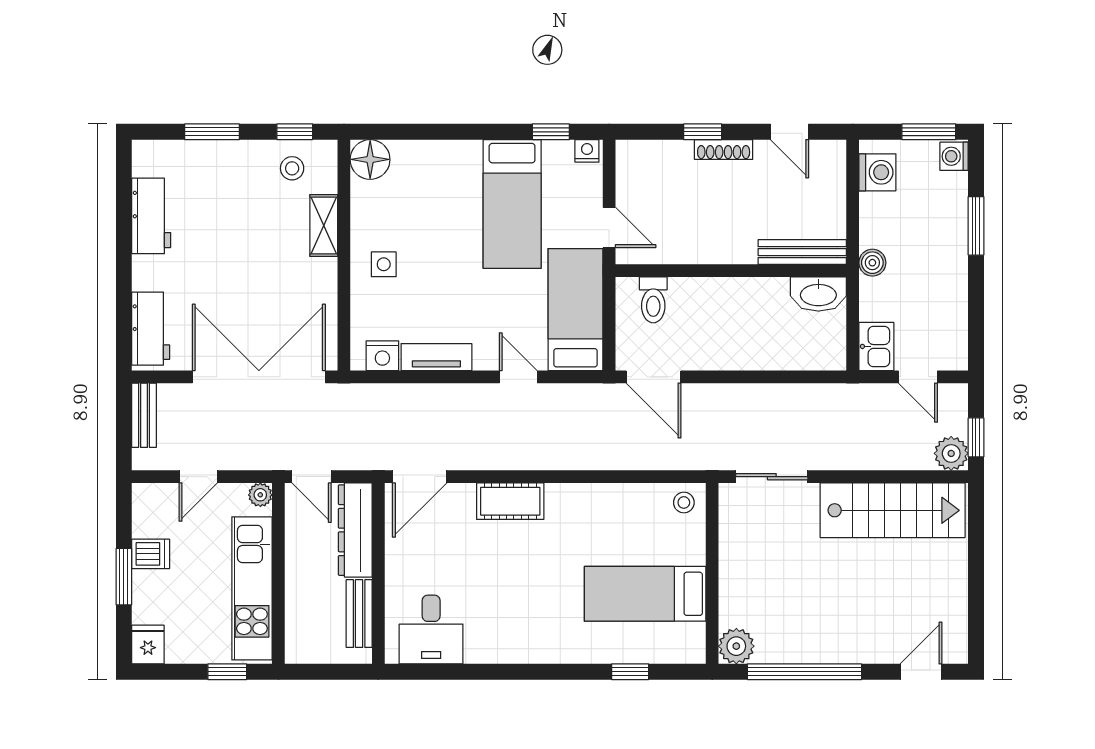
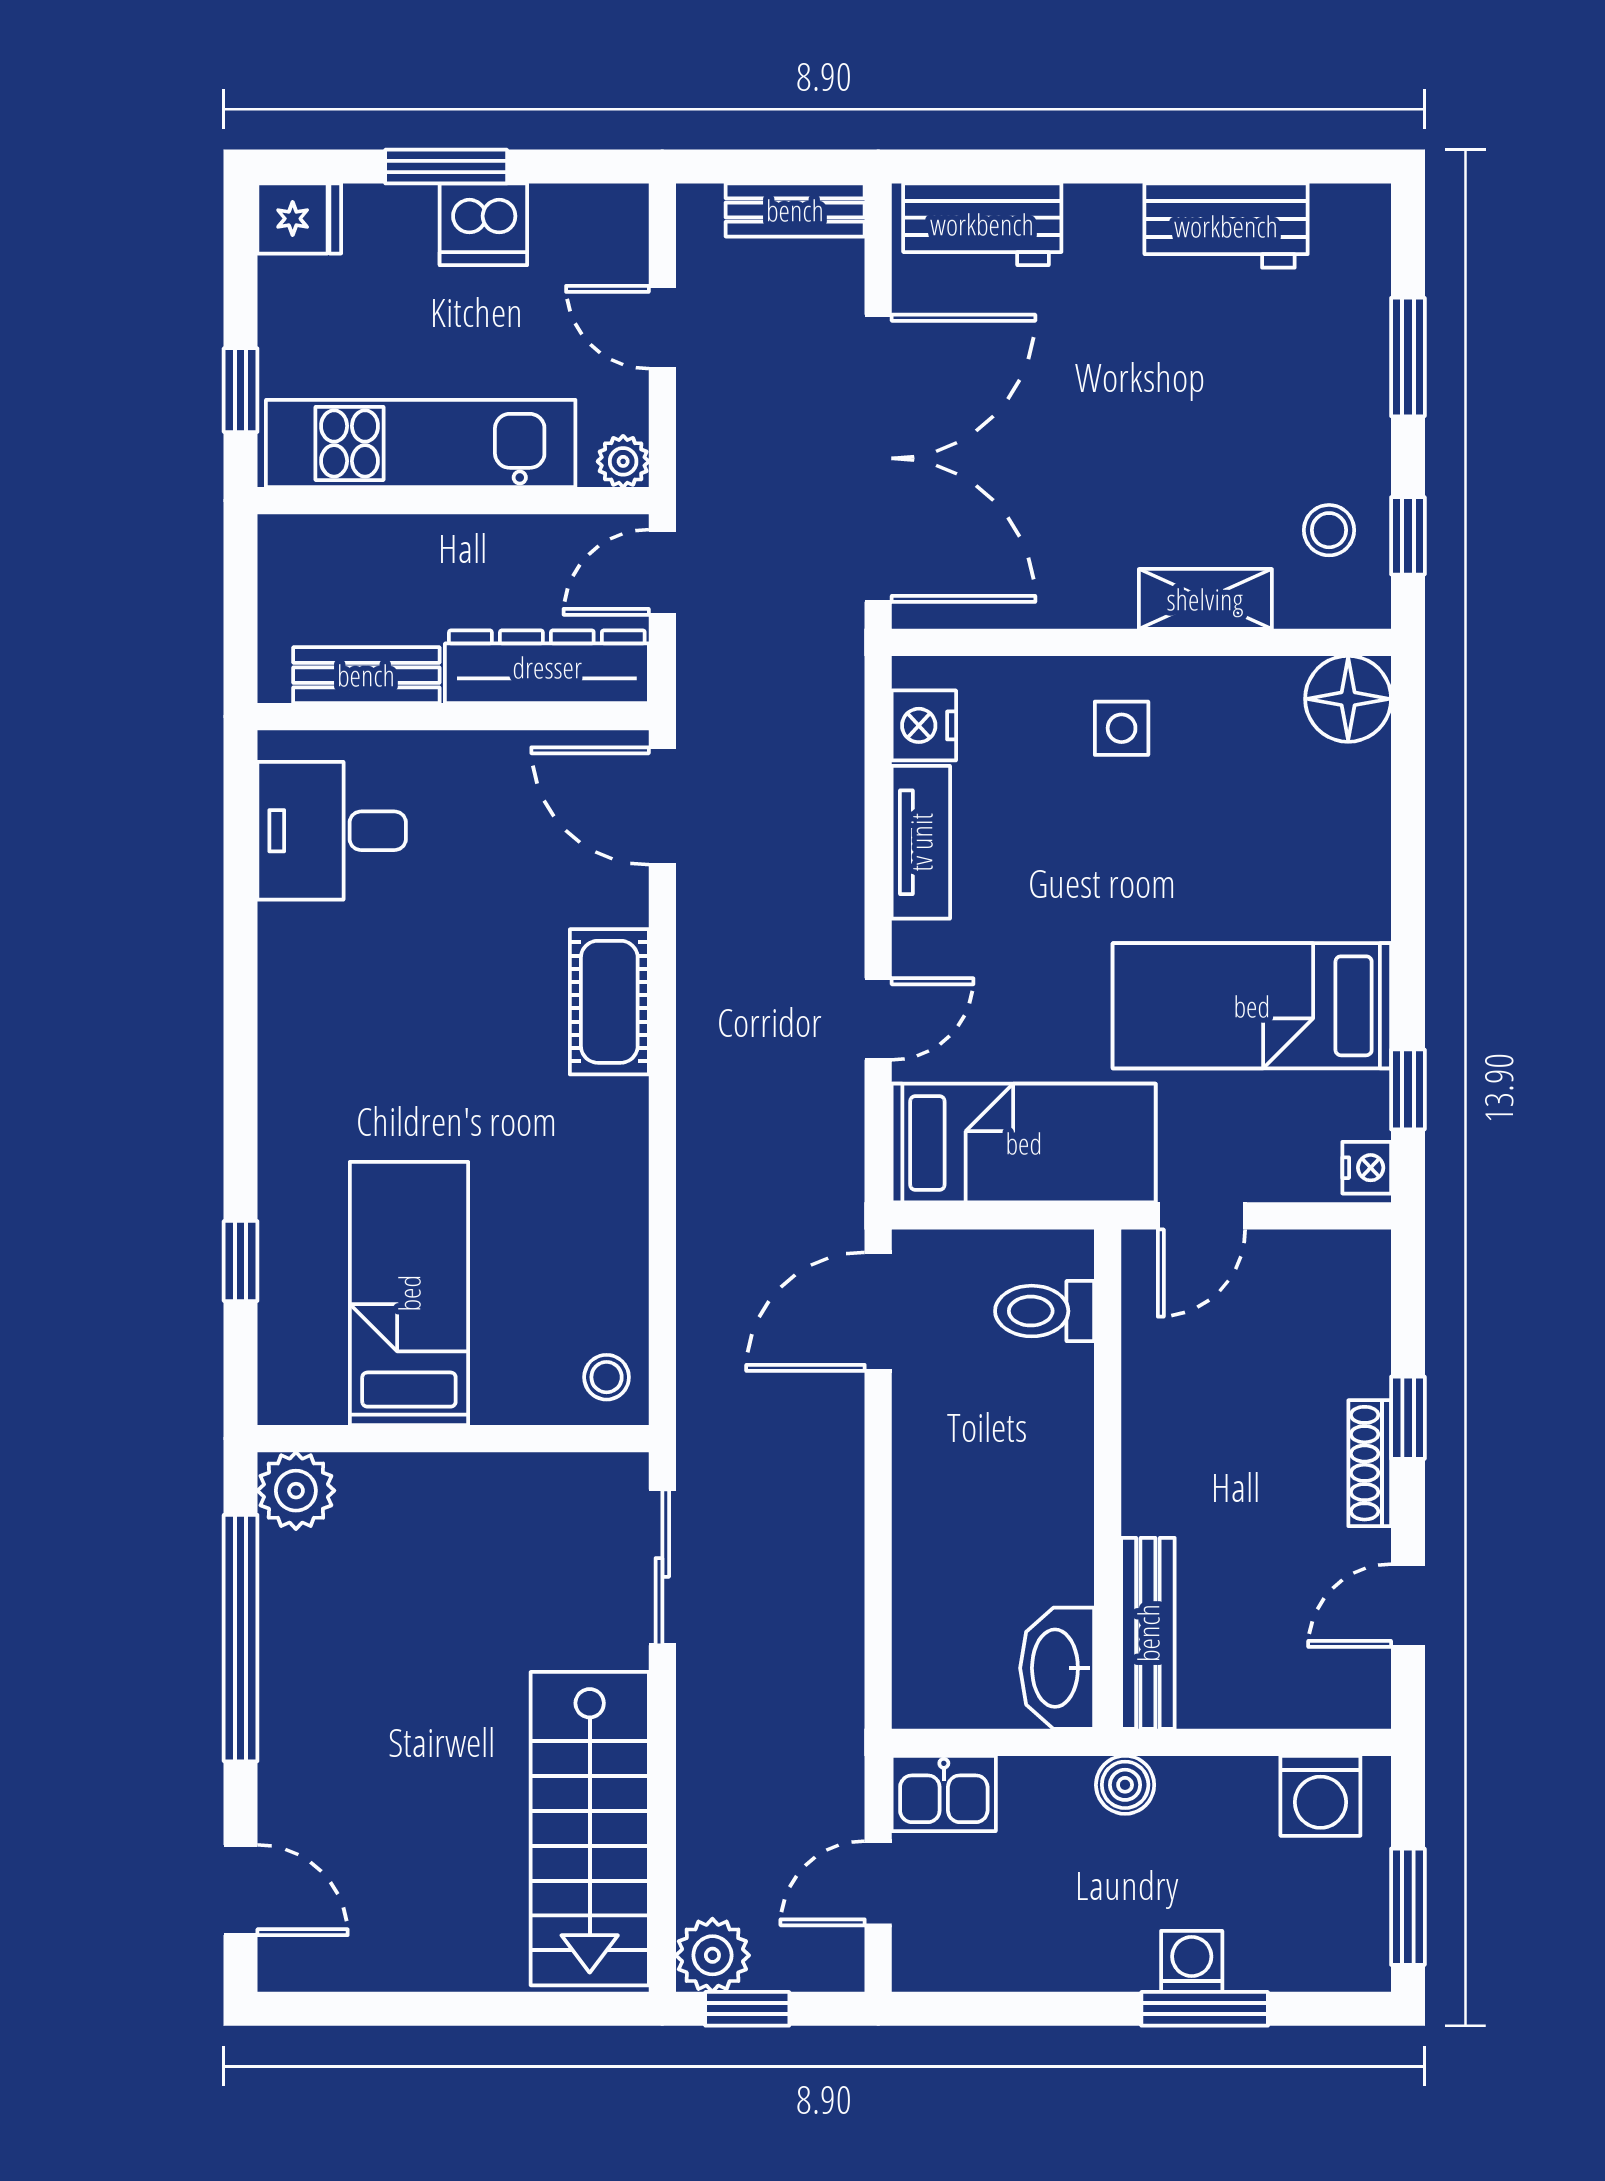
washing machine: (954, 156) -> (1192, 1961), moved
dishwasher: (151, 554) -> (483, 224), width x1.38

